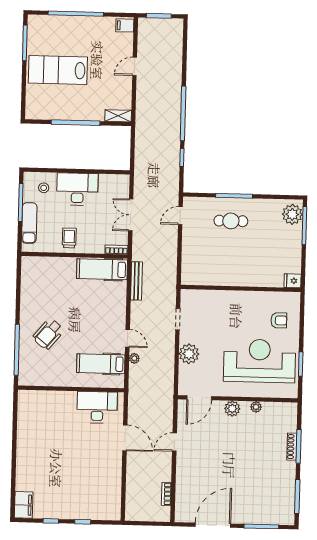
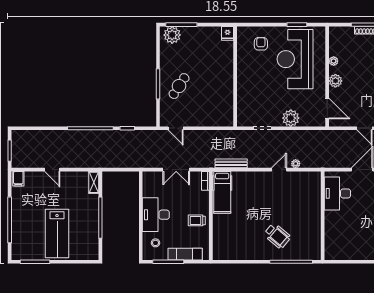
cafe table: (231, 221) -> (179, 86), turned 33
hospital bed: (101, 364) -> (301, 191), removed

